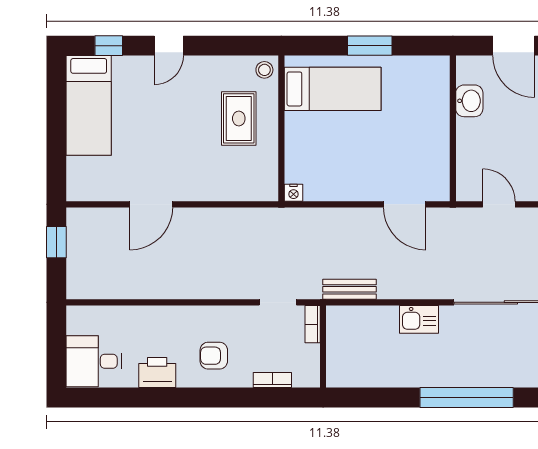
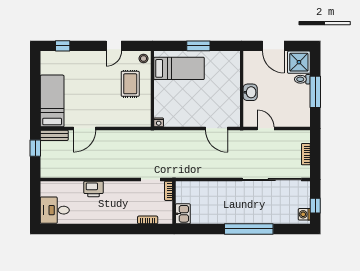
door: (169, 46) -> (114, 46), moved
washbasin: (469, 101) -> (250, 92), moved
bed: (89, 105) -> (52, 101), moved, turned 180
bench: (350, 289) -> (54, 135), moved
kitchen sink: (419, 319) -> (183, 214), moved, turned -90
armchair: (214, 356) -> (117, 207), removed
printer: (157, 373) -> (94, 189), moved, turned 180

